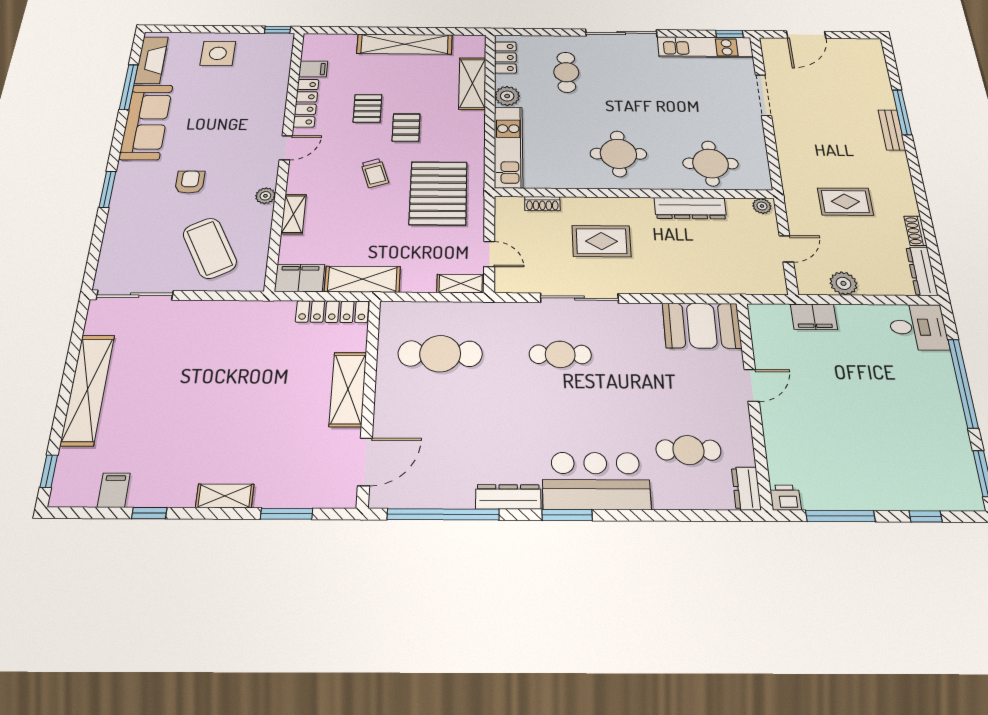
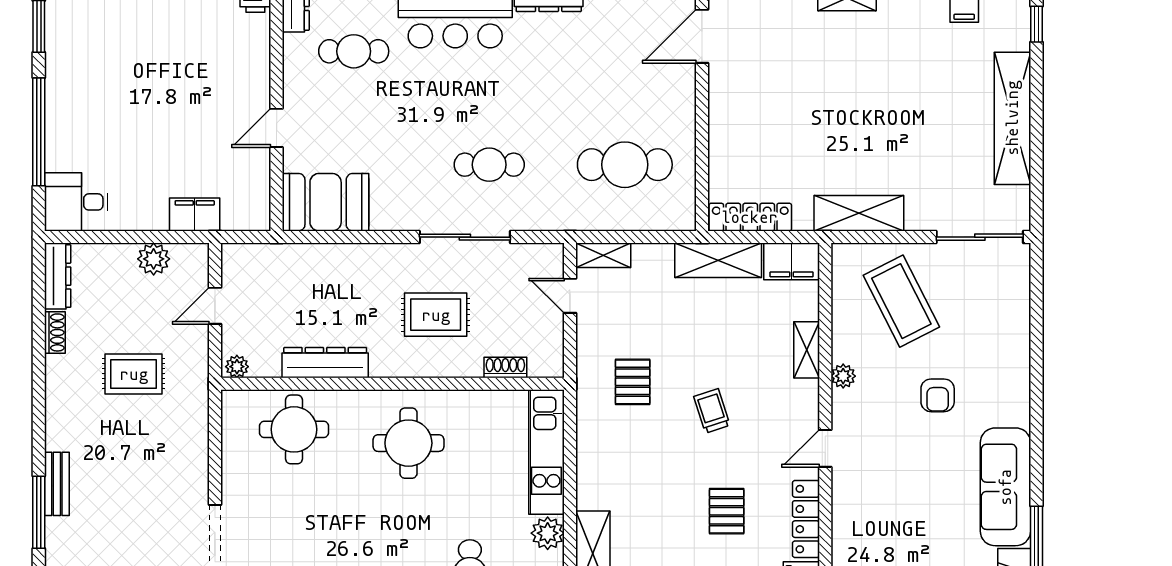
pallet: (406, 128) -> (676, 481), removed
window: (107, 189) -> (1036, 384), removed
pallet: (438, 193) -> (633, 382), width x0.49, depth x0.50
shelving: (348, 389) -> (859, 213), moved, turned 90

